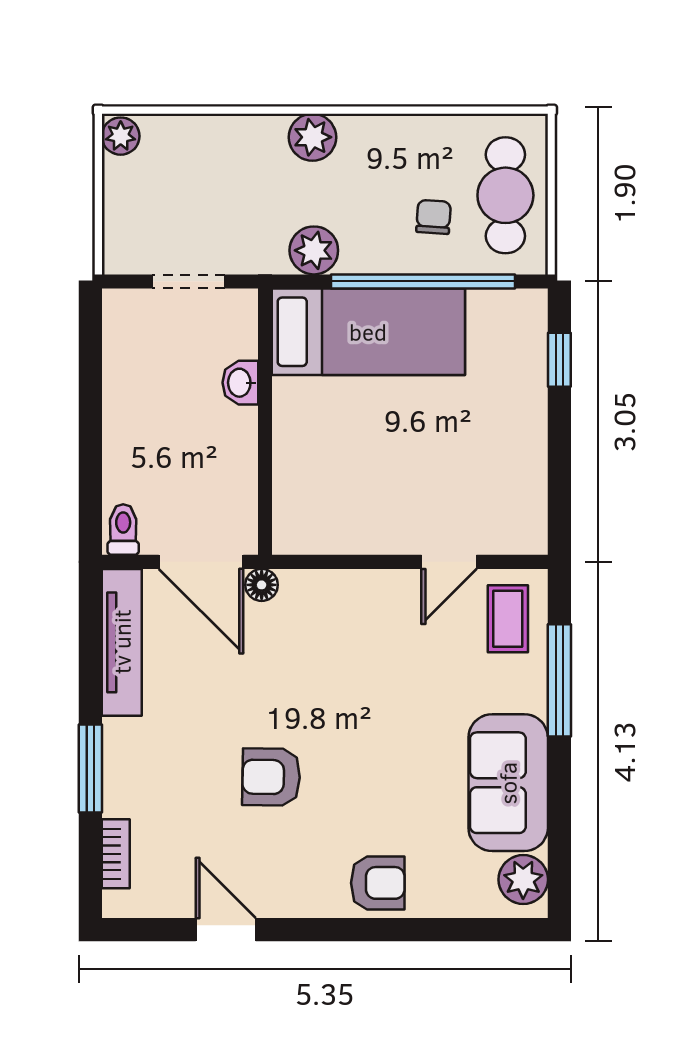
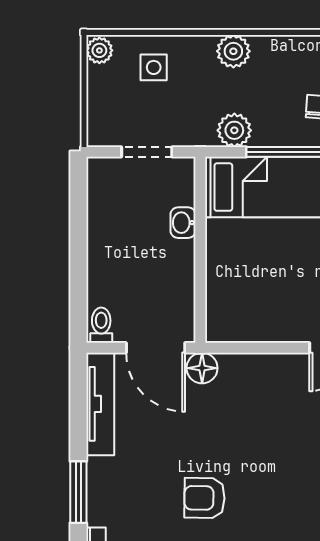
side table: (198, 160) -> (154, 67), added
floor lamp: (262, 585) -> (202, 368), width x1.37, depth x1.37

